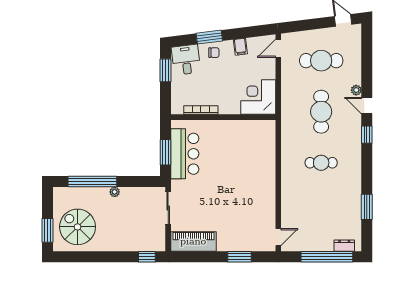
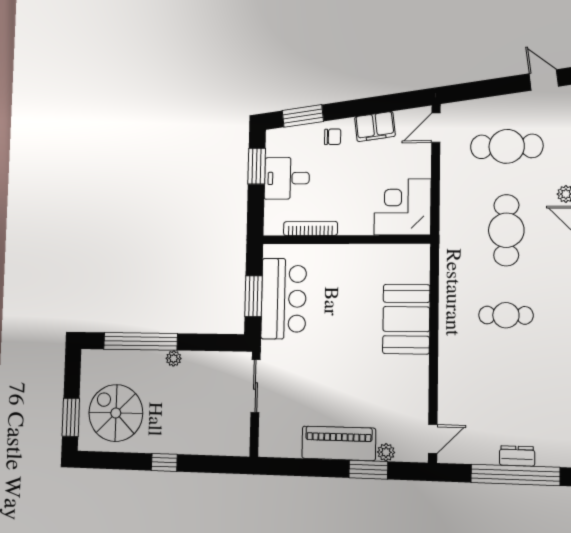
window: (209, 37) -> (303, 116), moved
filing cabinet: (240, 47) -> (375, 127), width x2.00
desk: (186, 60) -> (287, 178), moved, turned -83
booth: (261, 166) -> (406, 319), added
piano: (193, 241) -> (339, 443), moved
plant: (250, 246) -> (386, 452), added
dresser: (344, 246) -> (517, 456), moved
window: (147, 257) -> (164, 462), moved

